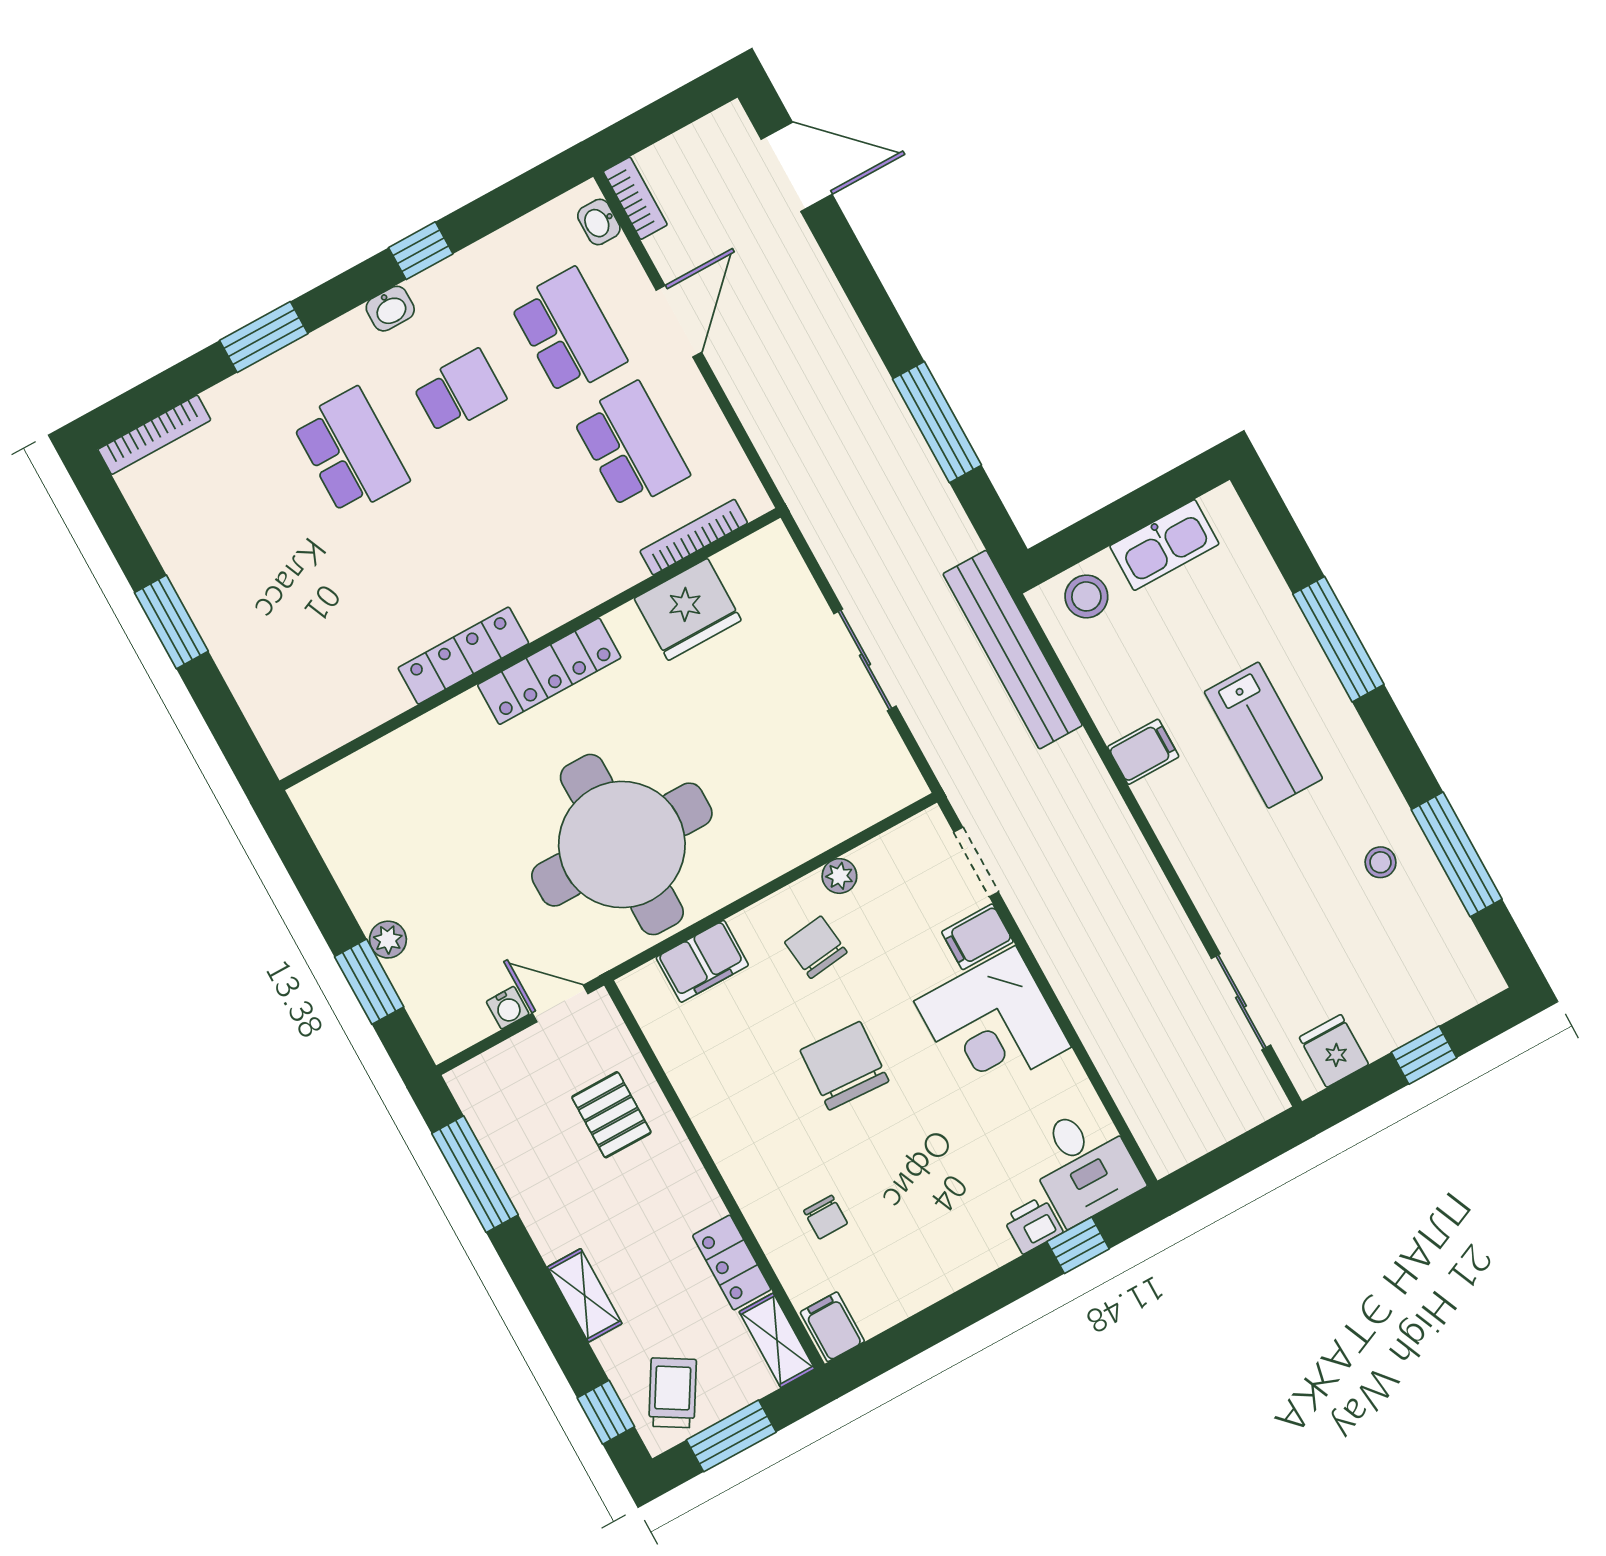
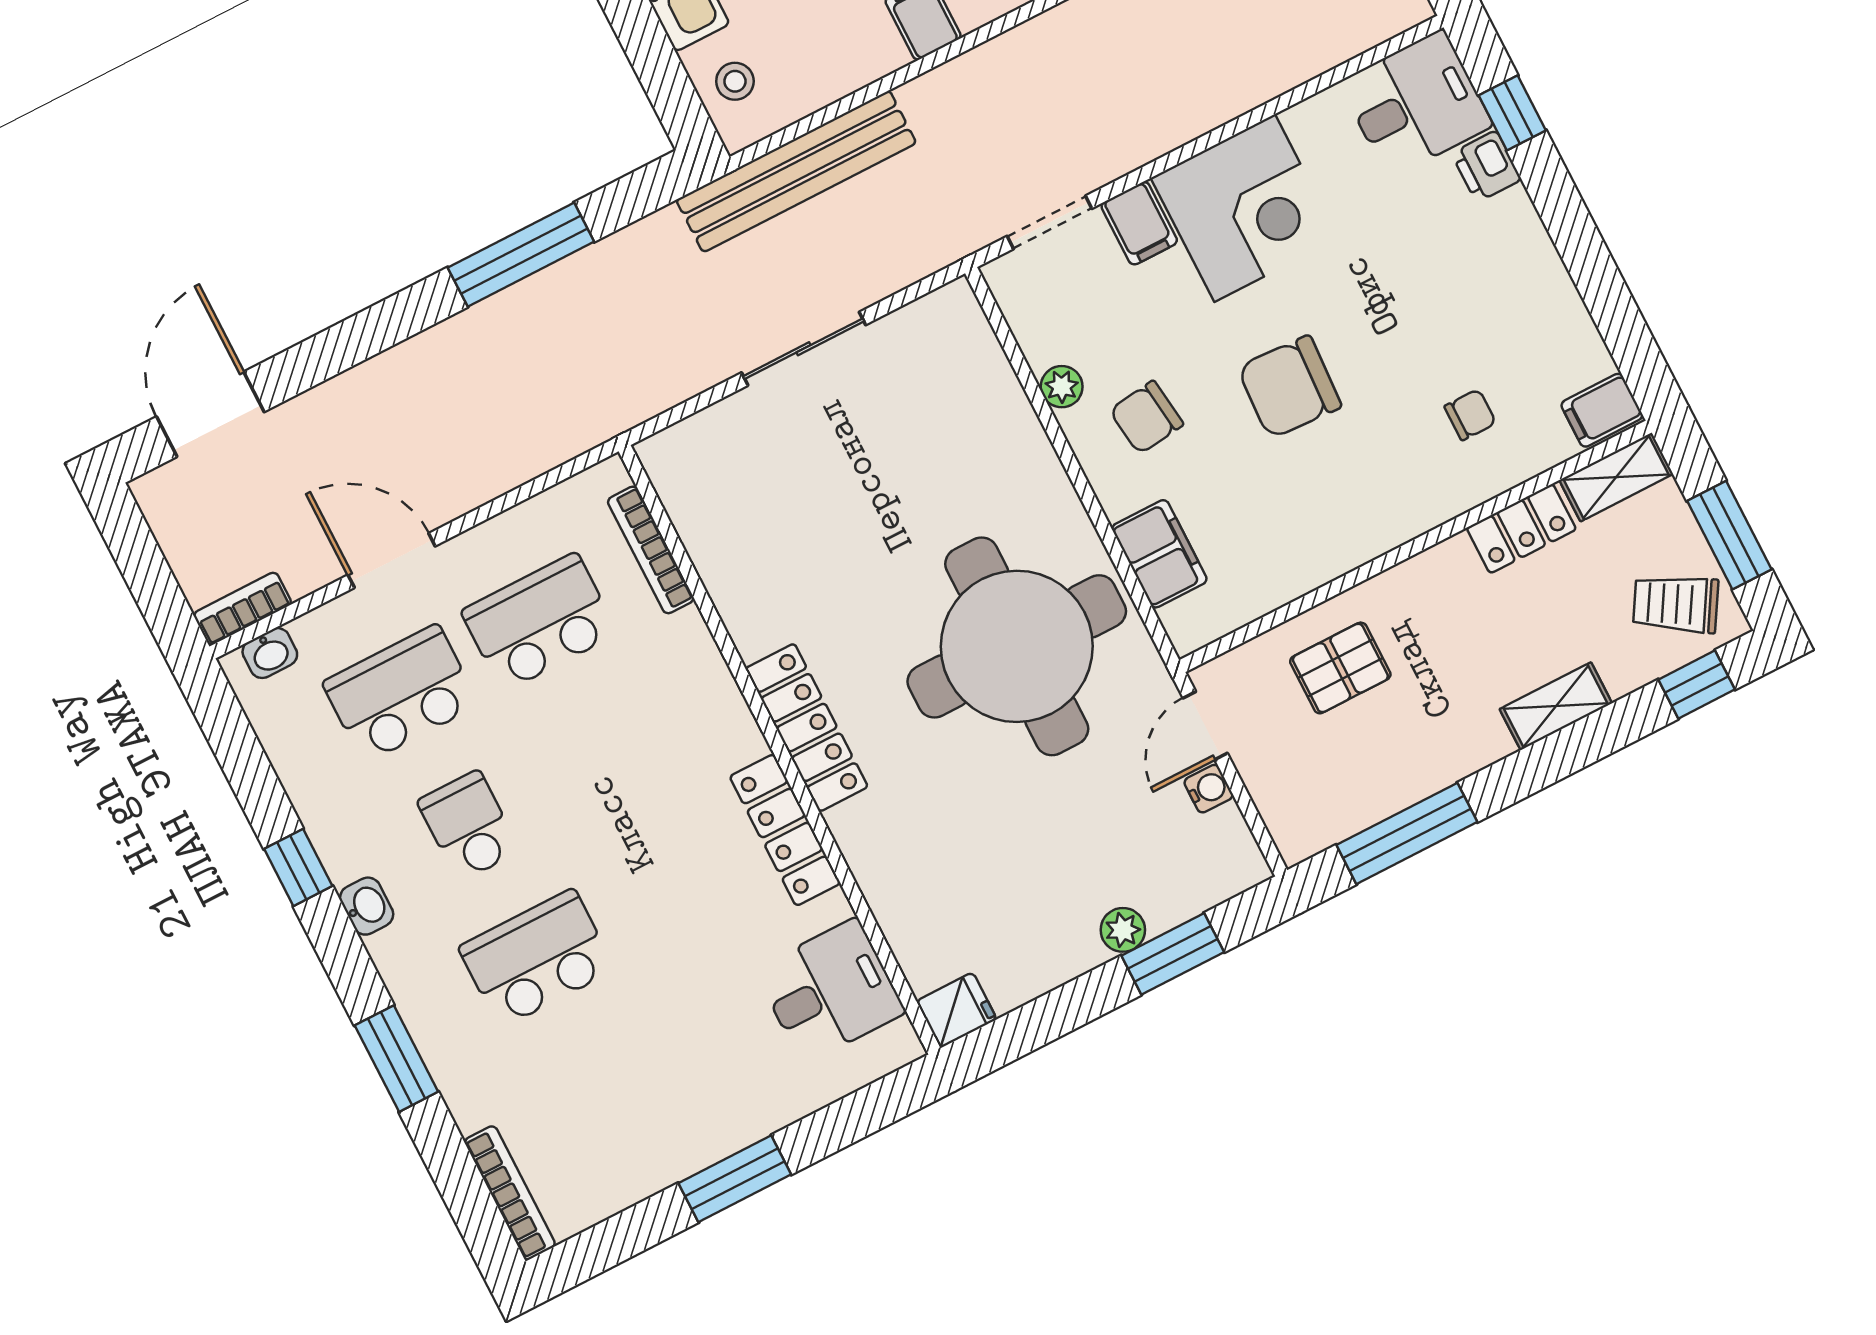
stool: (1086, 596) -> (735, 81), width x0.73, depth x0.73
fridge: (688, 609) -> (957, 1010), moved, width x0.53, depth x0.75
desk: (330, 697) -> (830, 991), added

